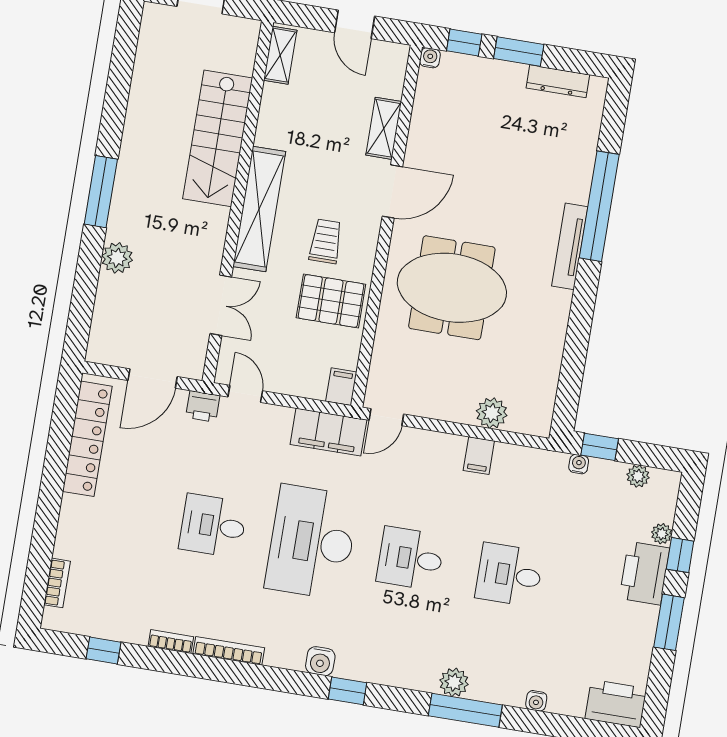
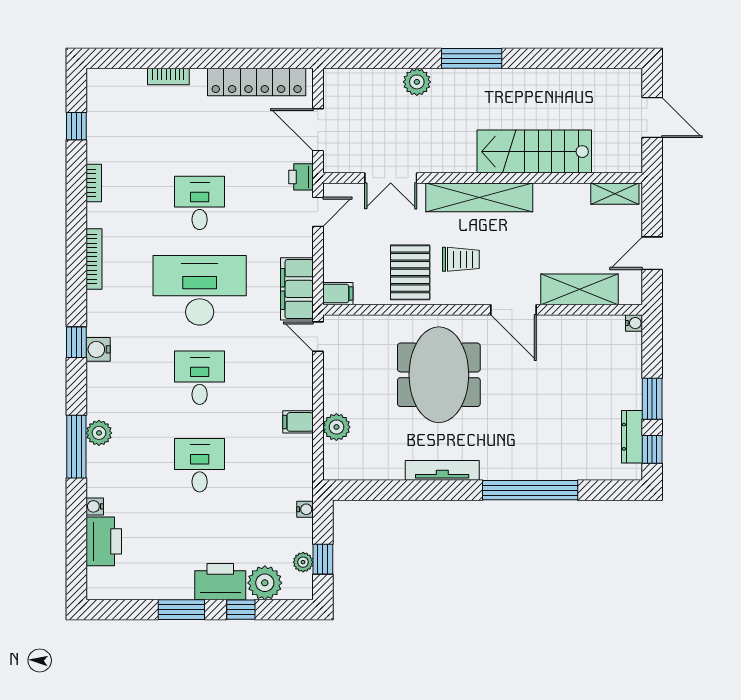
window: (464, 42) -> (652, 449), moved
shelving: (384, 128) -> (579, 289), width x1.50, depth x1.33
tv unit: (570, 246) -> (442, 470), moved
window: (600, 447) -> (323, 559), moved
plant: (662, 534) -> (265, 583), width x1.88, depth x1.88
bookcase: (57, 583) -> (168, 77), moved
bookcase: (229, 651) -> (94, 259), moved
water cooler: (320, 661) -> (98, 349), moved
printer: (616, 704) -> (104, 541), moved

